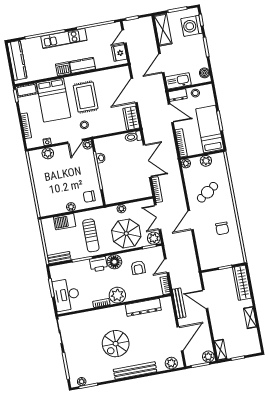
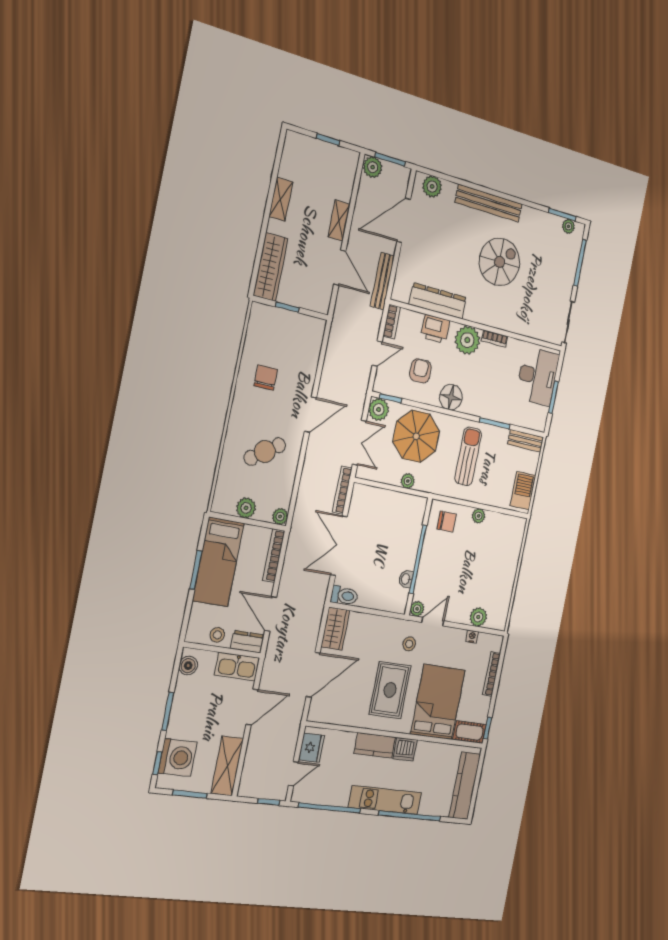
barbecue: (65, 222) -> (523, 491), moved, turned -90
printer: (99, 264) -> (435, 329), moved, turned 180
shelving: (221, 350) -> (339, 221), moved

